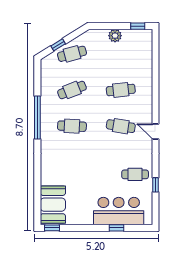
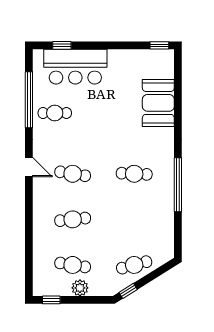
window: (58, 45) -> (128, 291), moved
cafe table: (72, 90) -> (73, 265), moved, turned 30
window: (156, 185) -> (29, 100), width x3.17
booth: (53, 205) -> (158, 103), moved
window: (117, 228) -> (62, 45), moved

